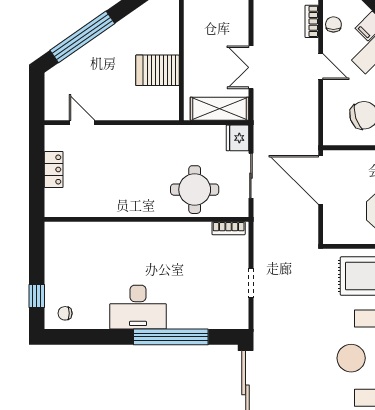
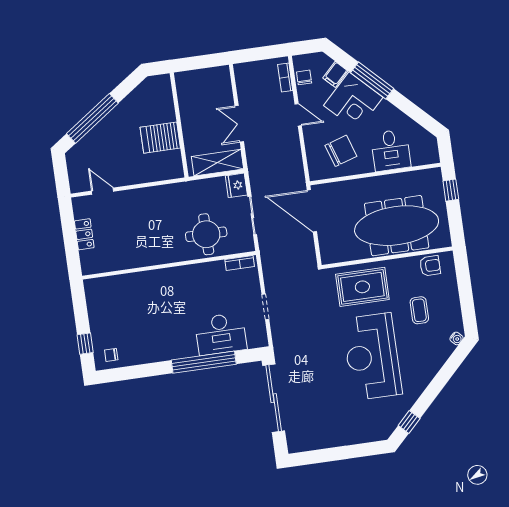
desk: (138, 307) -> (221, 334), moved

